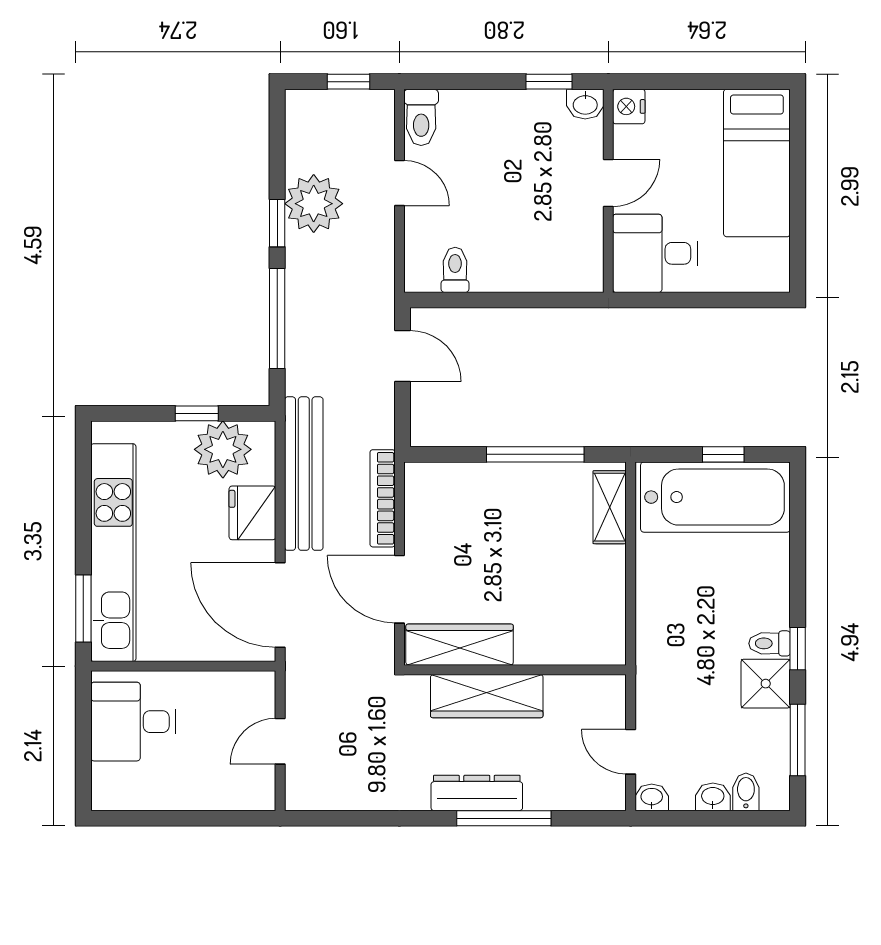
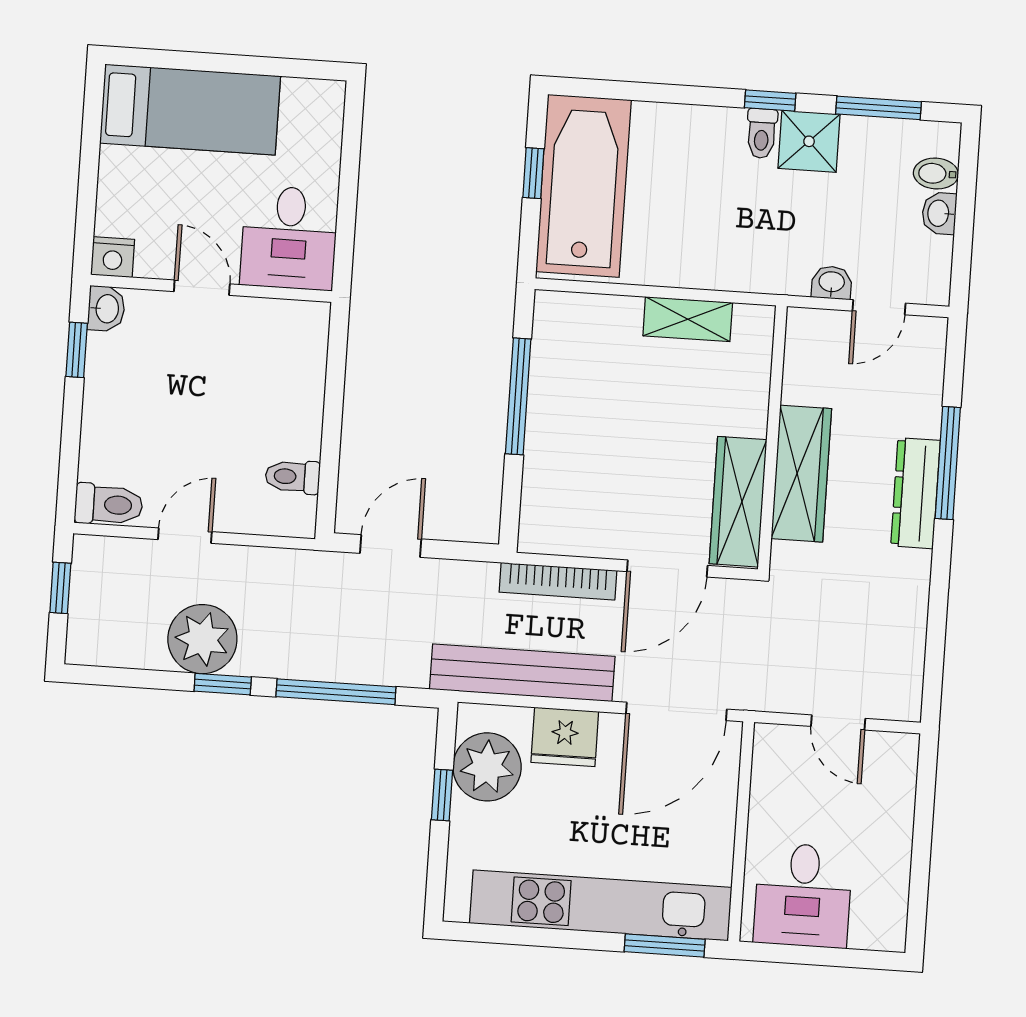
shelving: (610, 507) -> (688, 319), moved
washbasin: (652, 797) -> (832, 283), moved, turned 90

